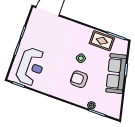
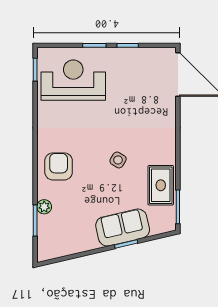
reception desk: (31, 67) -> (73, 80), turned 180
sofa: (116, 74) -> (123, 228), width x0.73
armchair: (79, 79) -> (59, 166), moved

